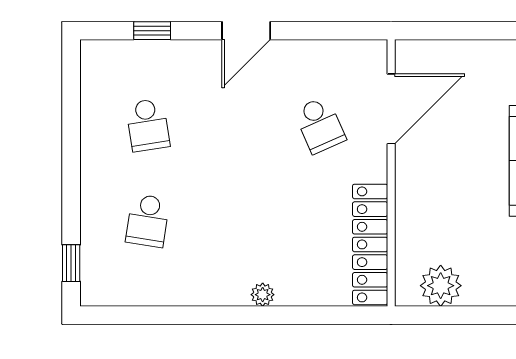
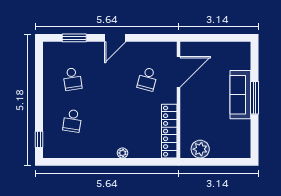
window: (152, 31) -> (74, 38), width x1.50
school desk: (320, 125) -> (147, 79), turned 39

